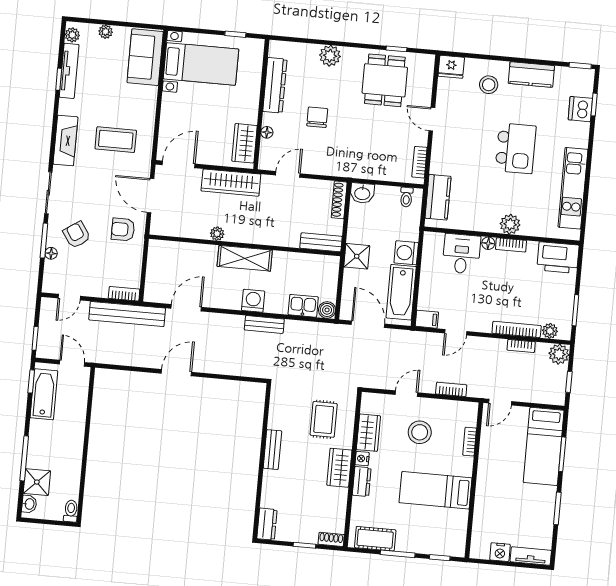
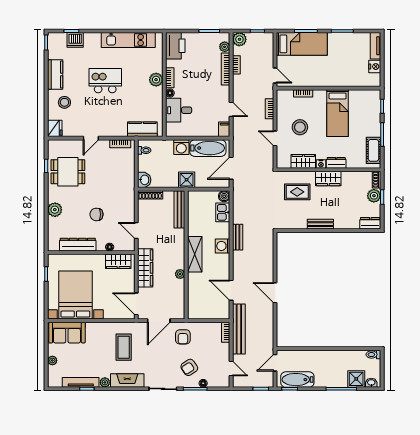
plant: (72, 35) -> (105, 382), moved
bed with nightstands: (201, 64) -> (75, 295), width x1.36
bench: (321, 242) -> (179, 209), width x1.36
plant: (308, 533) -> (374, 196), added

